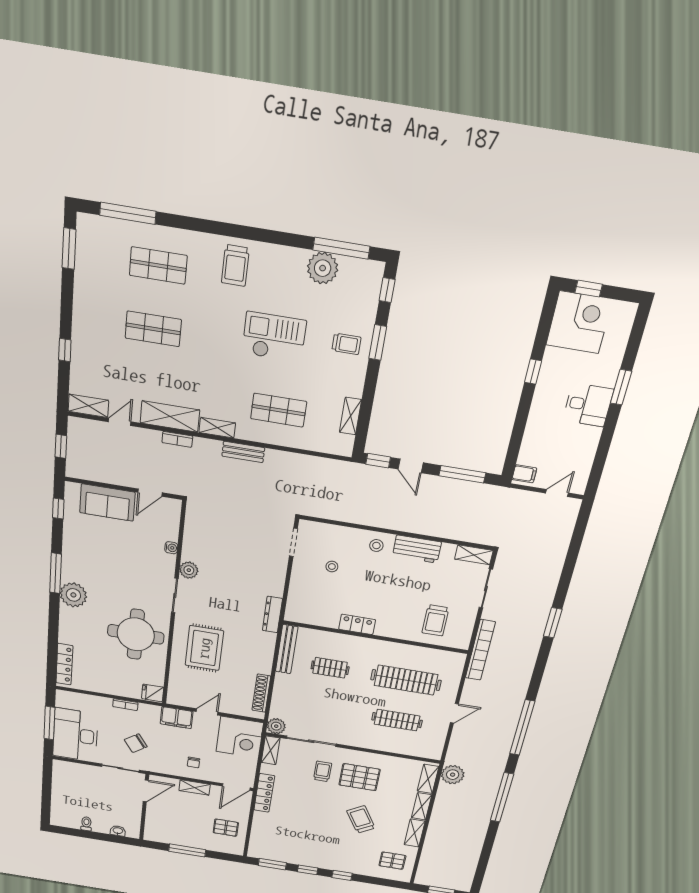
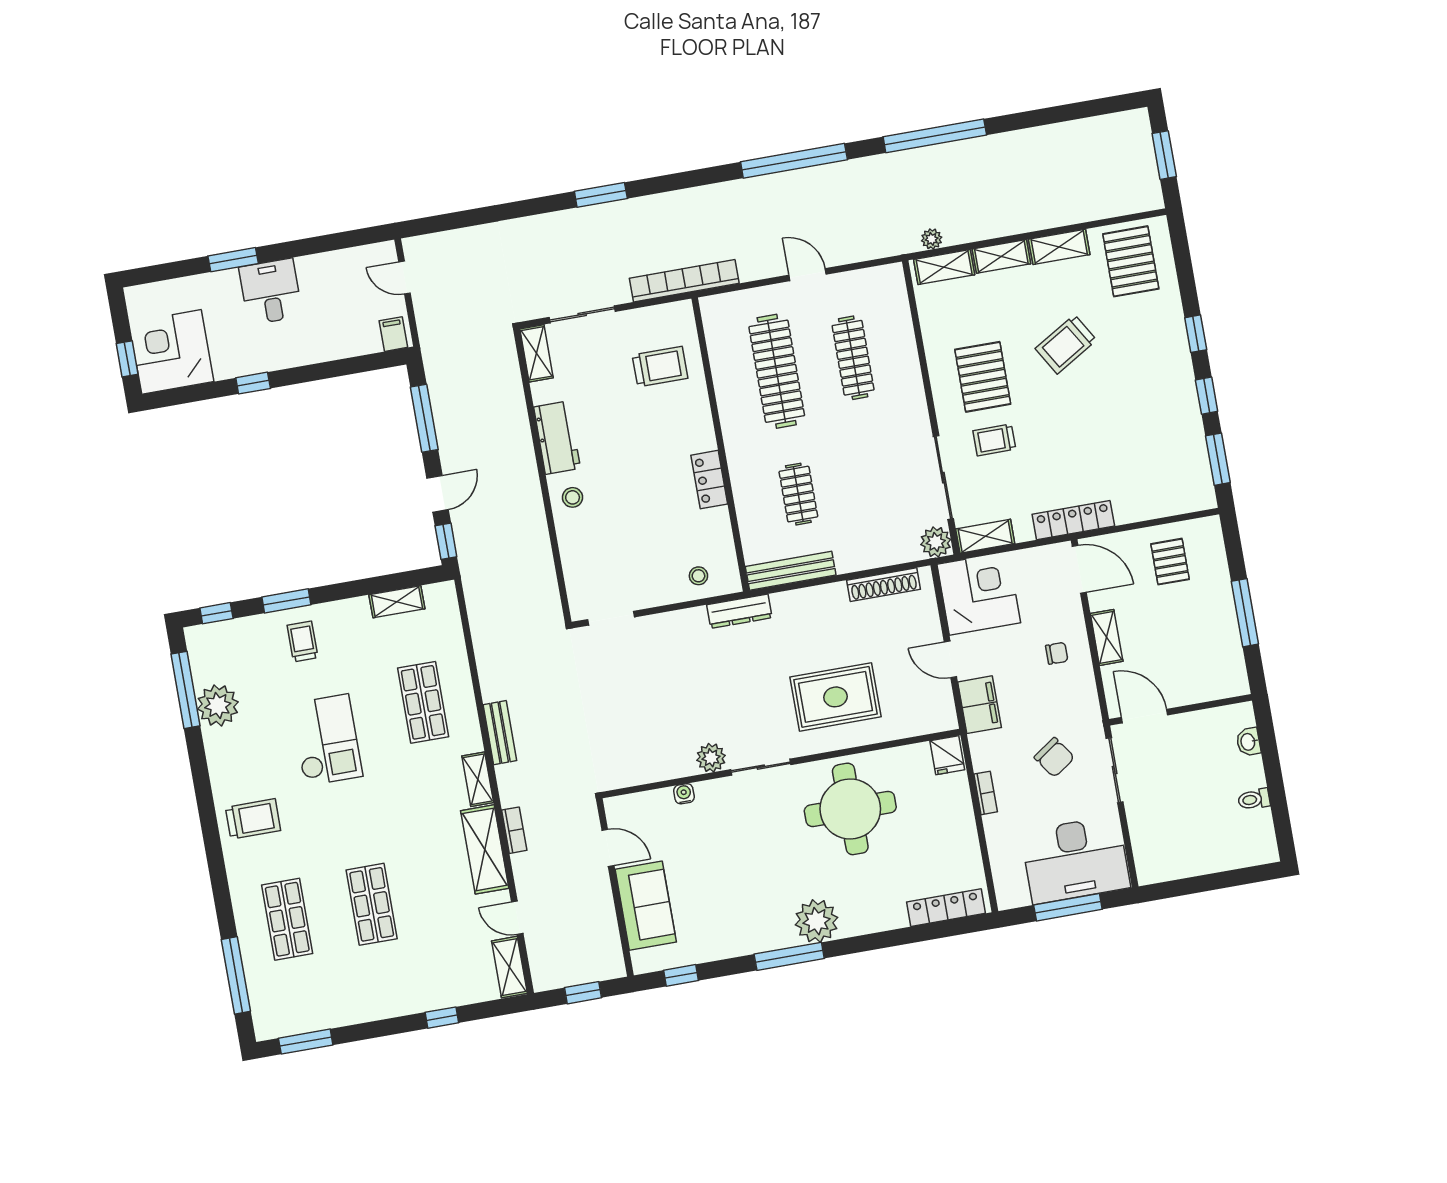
checkout: (274, 337) -> (327, 740), turned 180
stool: (332, 567) -> (698, 576), moved
plant: (453, 775) -> (932, 239), width x0.53, depth x0.53
pallet: (392, 861) -> (1131, 261), width x1.50, depth x1.42

